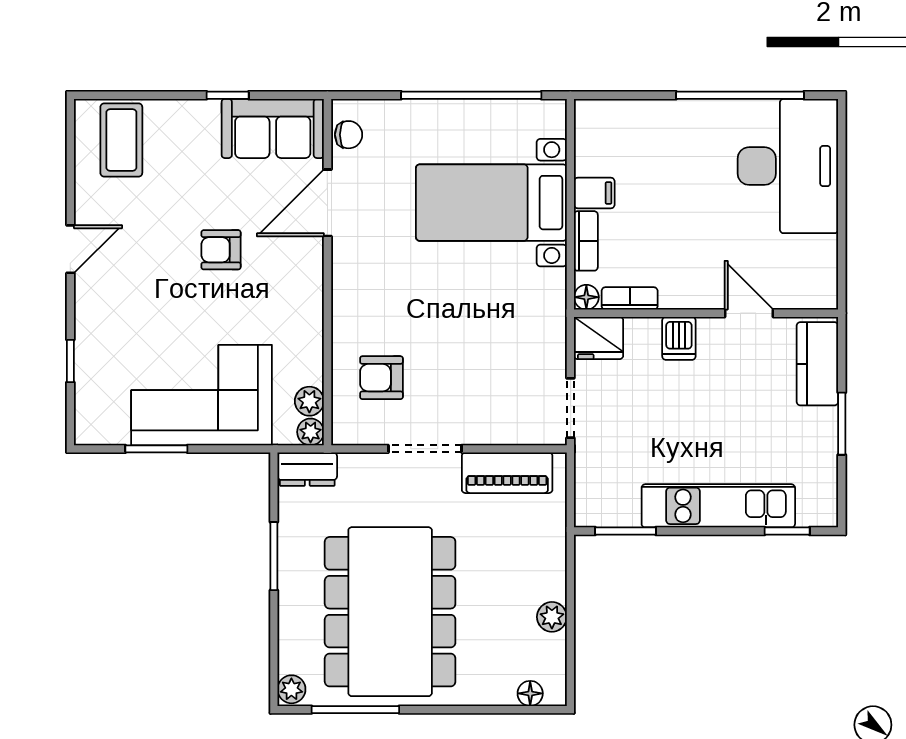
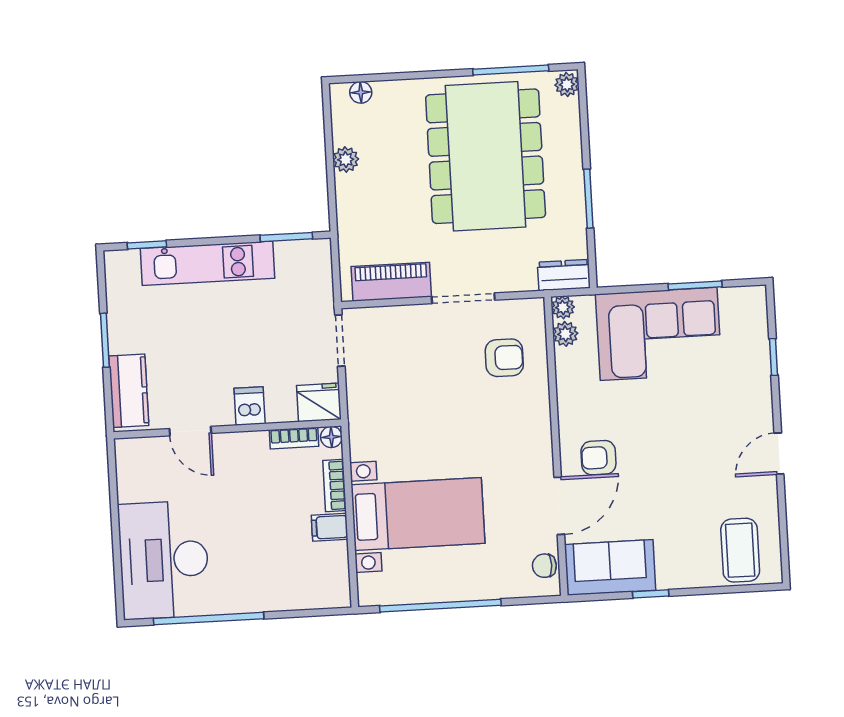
armchair: (221, 250) -> (598, 458), moved, turned 180

